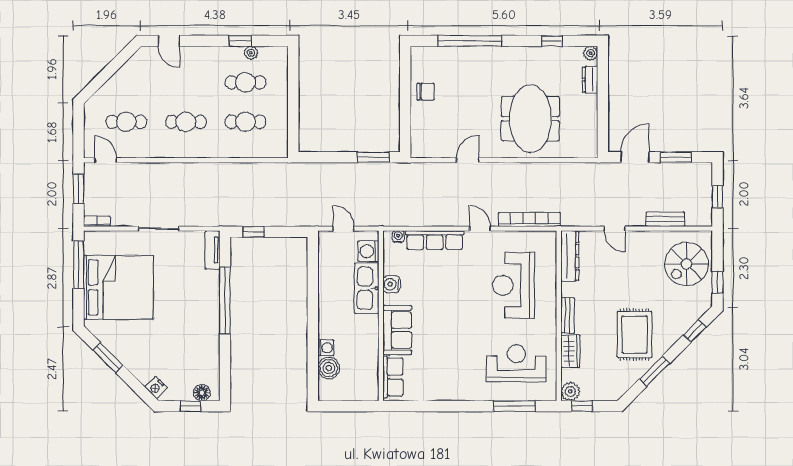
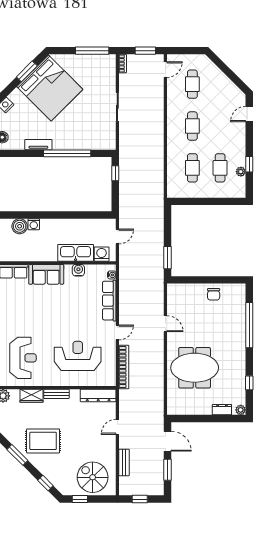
tv unit: (212, 250) -> (38, 145), moved
bed: (118, 287) -> (50, 88), moved, turned -45

